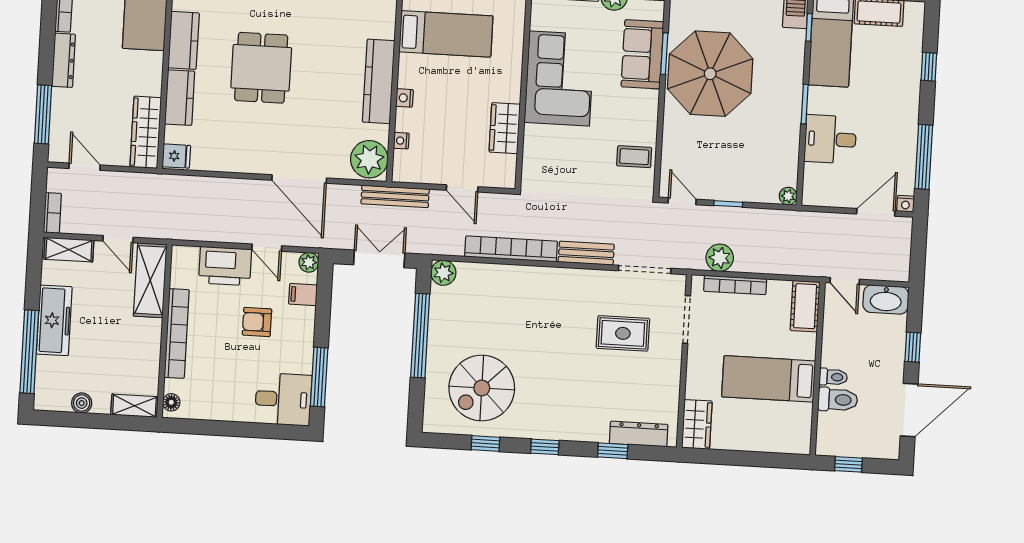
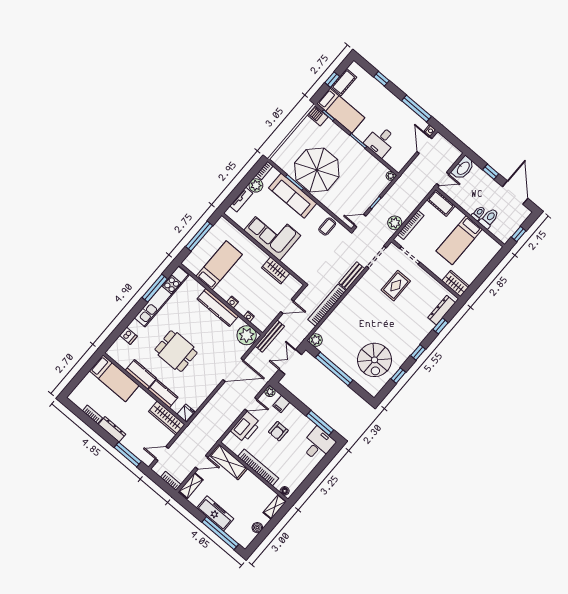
sofa: (642, 54) -> (293, 196), width x1.36

